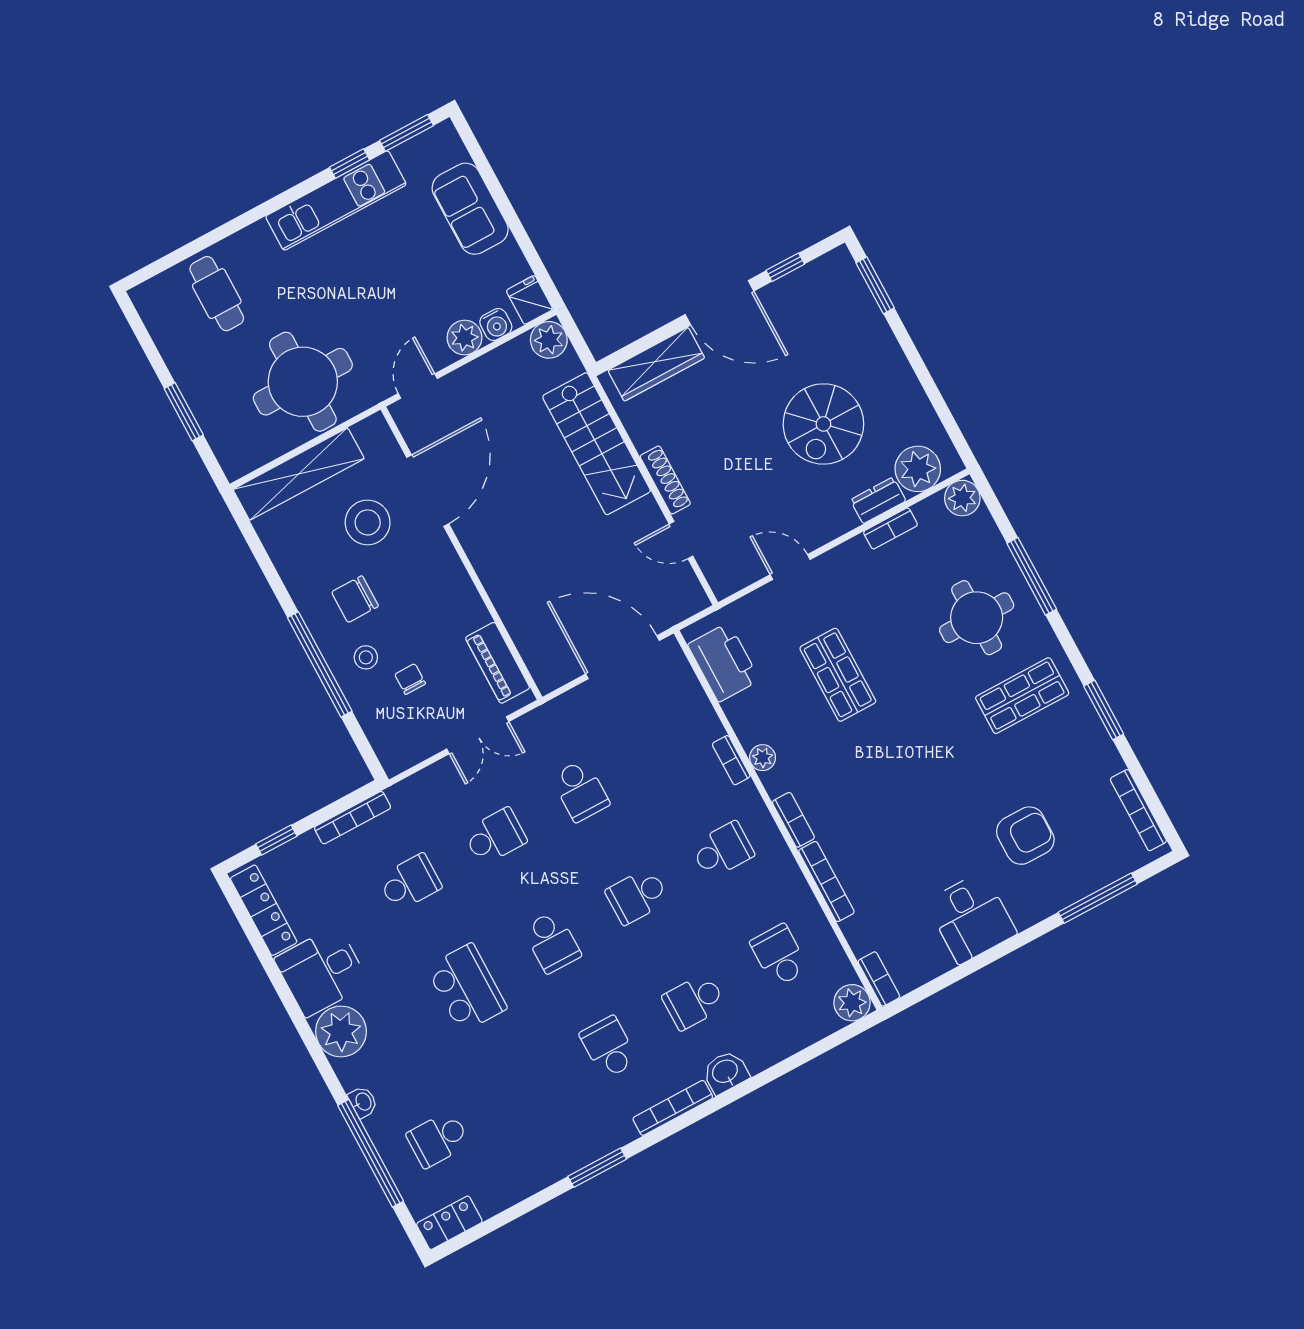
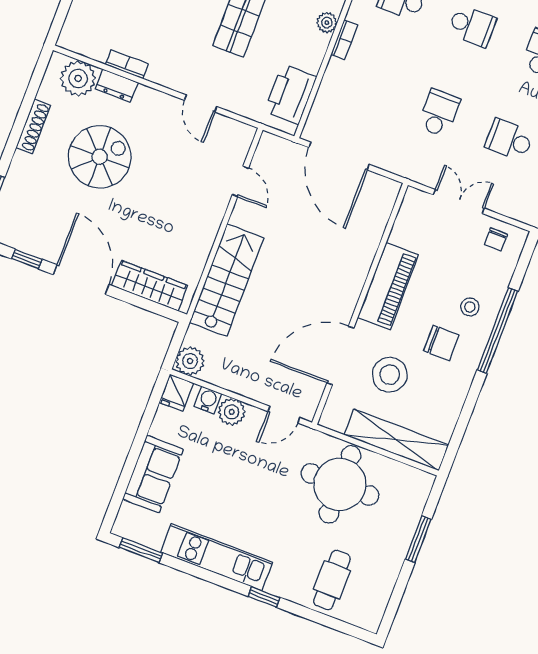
window: (350, 164) -> (264, 597), moved
shoe rack: (665, 480) -> (33, 126), moved, turned 180
plant: (962, 498) -> (72, 37), removed
piano: (498, 663) -> (388, 286), moved, width x1.37, depth x1.33
chair: (410, 679) -> (496, 239), moved

